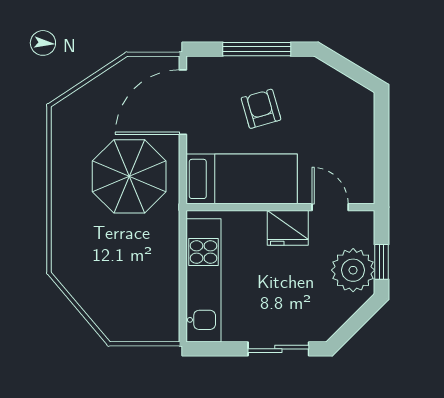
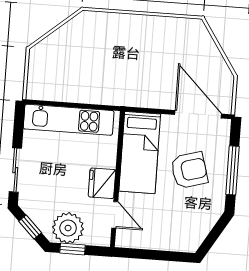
armchair: (261, 109) -> (189, 170), width x1.38, depth x1.38
parasol: (129, 176) -> (147, 72), removed
door: (330, 207) -> (115, 215), hinge flipped
window: (355, 323) -> (30, 227), added

